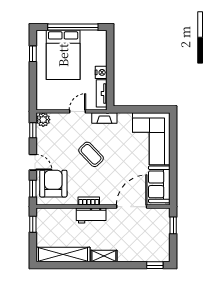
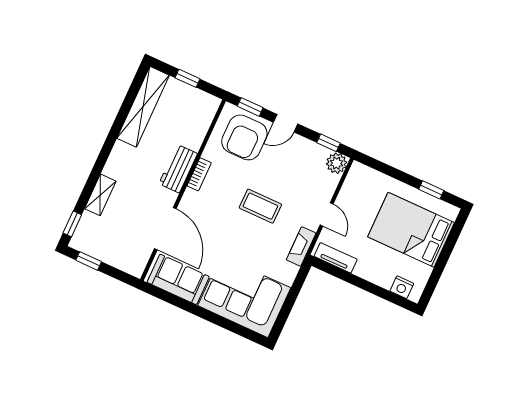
window: (73, 27) -> (443, 260), removed
nightstand: (101, 72) -> (402, 287), moved
coffee table: (91, 154) -> (260, 206), turned 44
armchair: (53, 184) -> (244, 137), turned 90
window: (33, 224) -> (187, 78), moved
window: (173, 225) -> (89, 261), moved
shelving: (104, 256) -> (100, 195), moved

